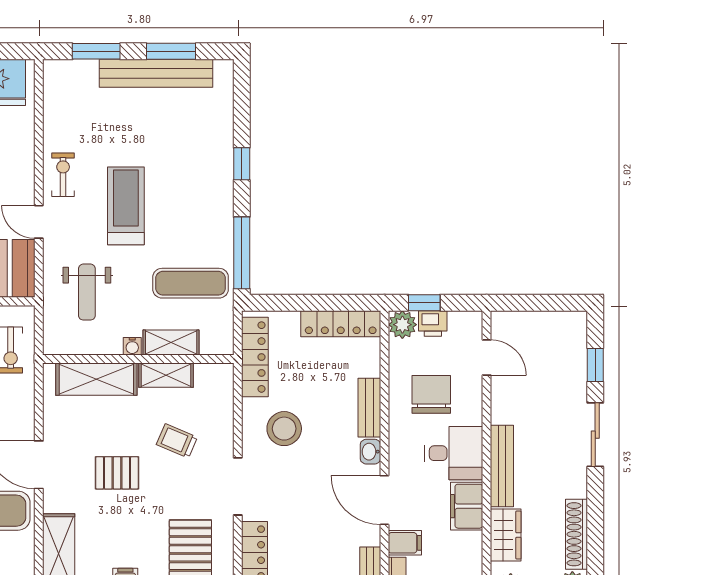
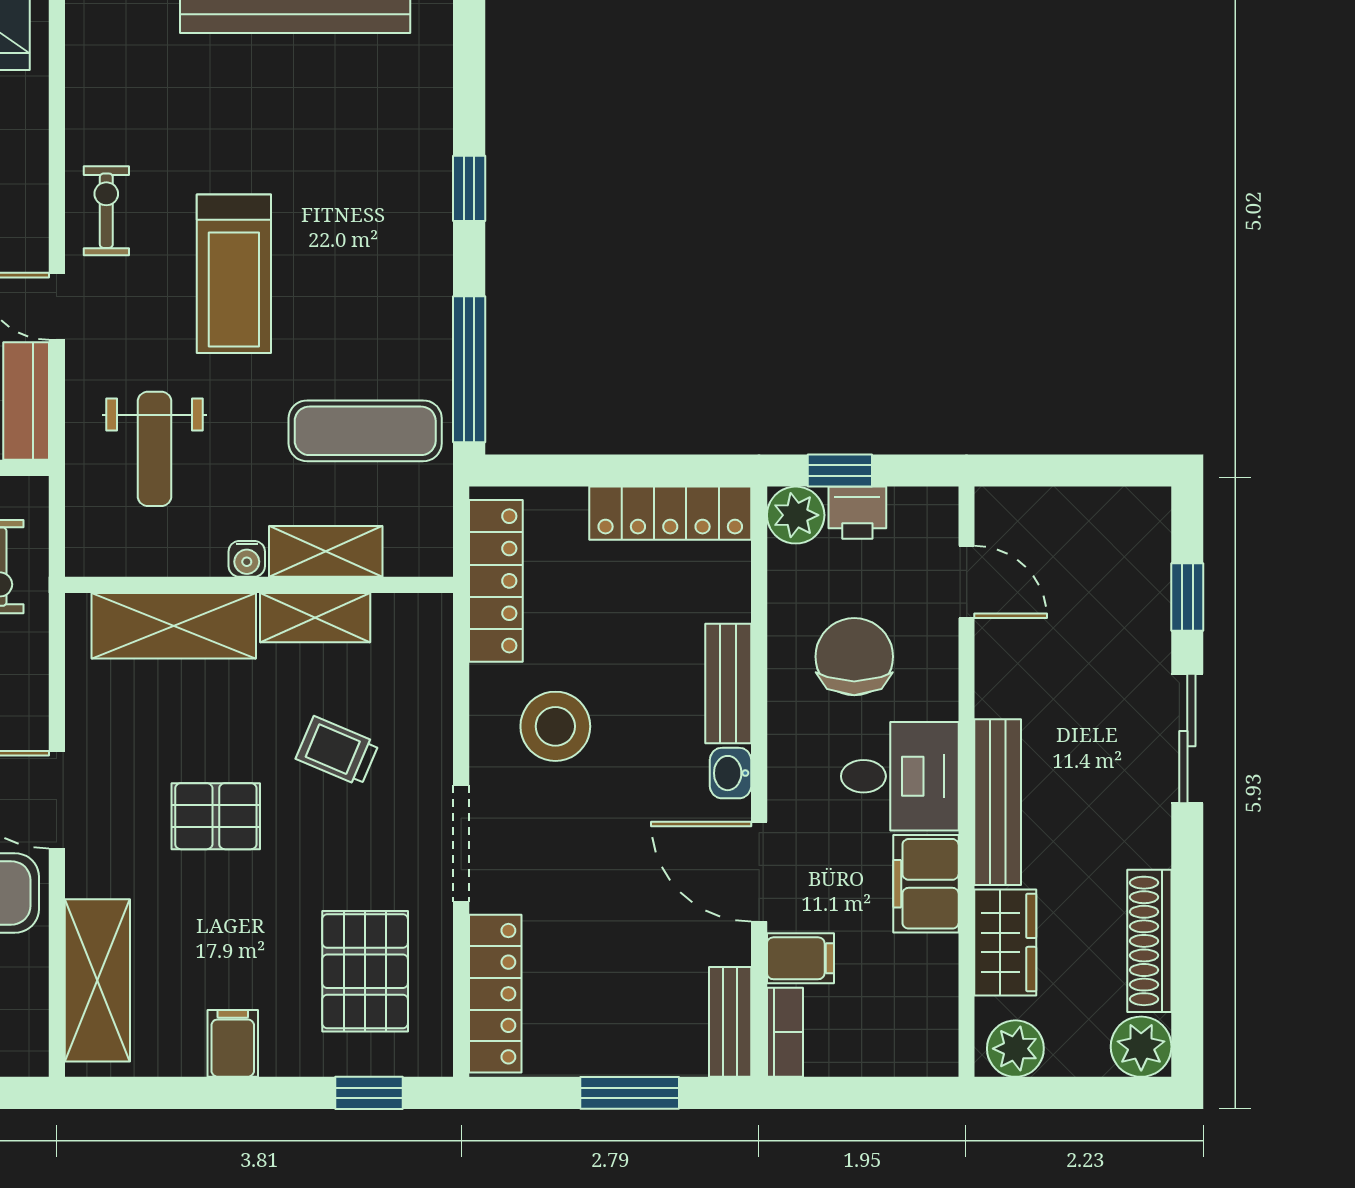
treadmill: (126, 206) -> (234, 274), turned 180

